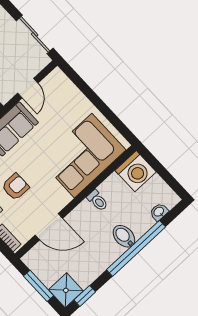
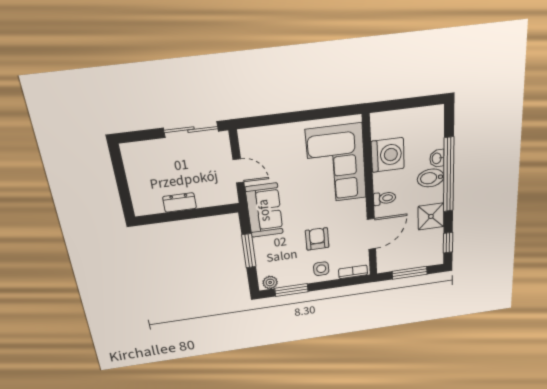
washing machine: (136, 171) -> (388, 155), moved
toilet: (97, 201) -> (385, 198), moved
washbasin: (159, 212) -> (437, 158), moved
shower: (66, 290) -> (431, 216), moved

